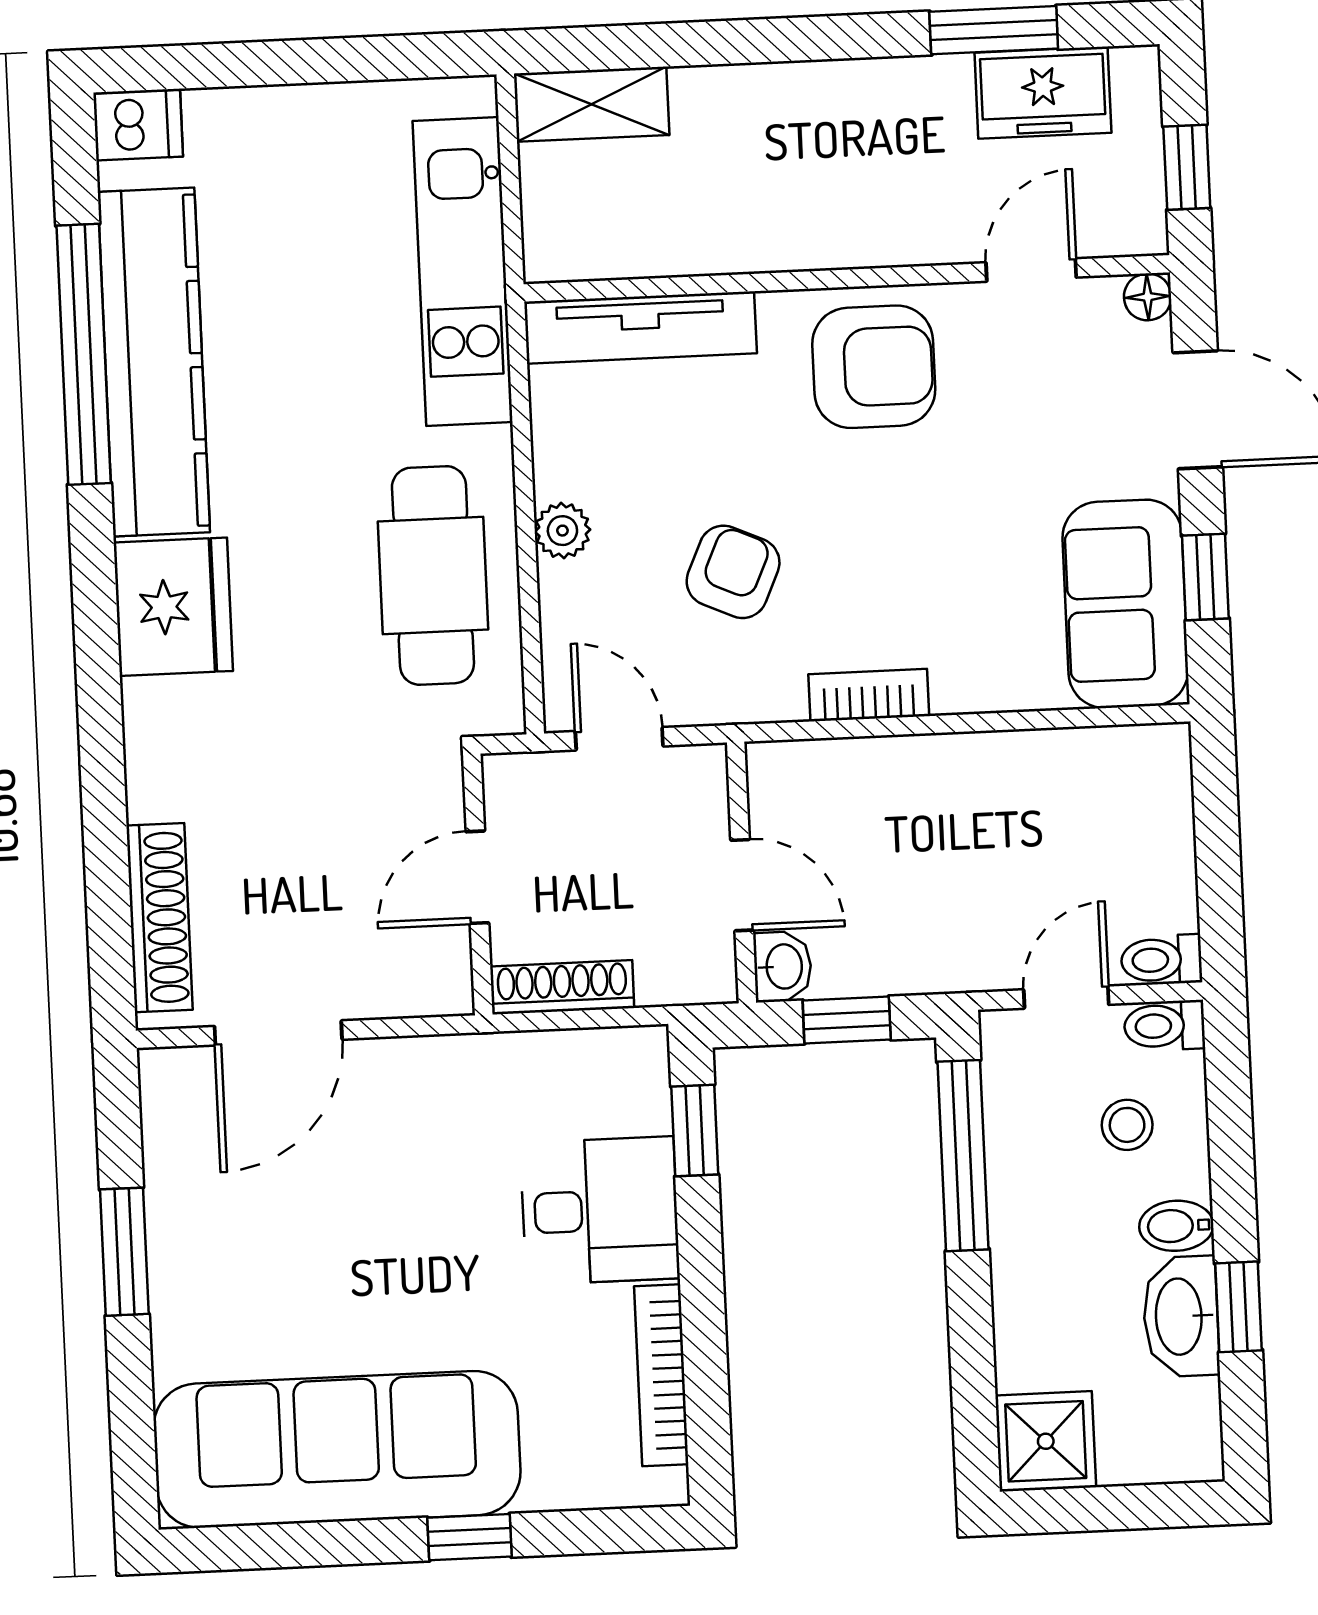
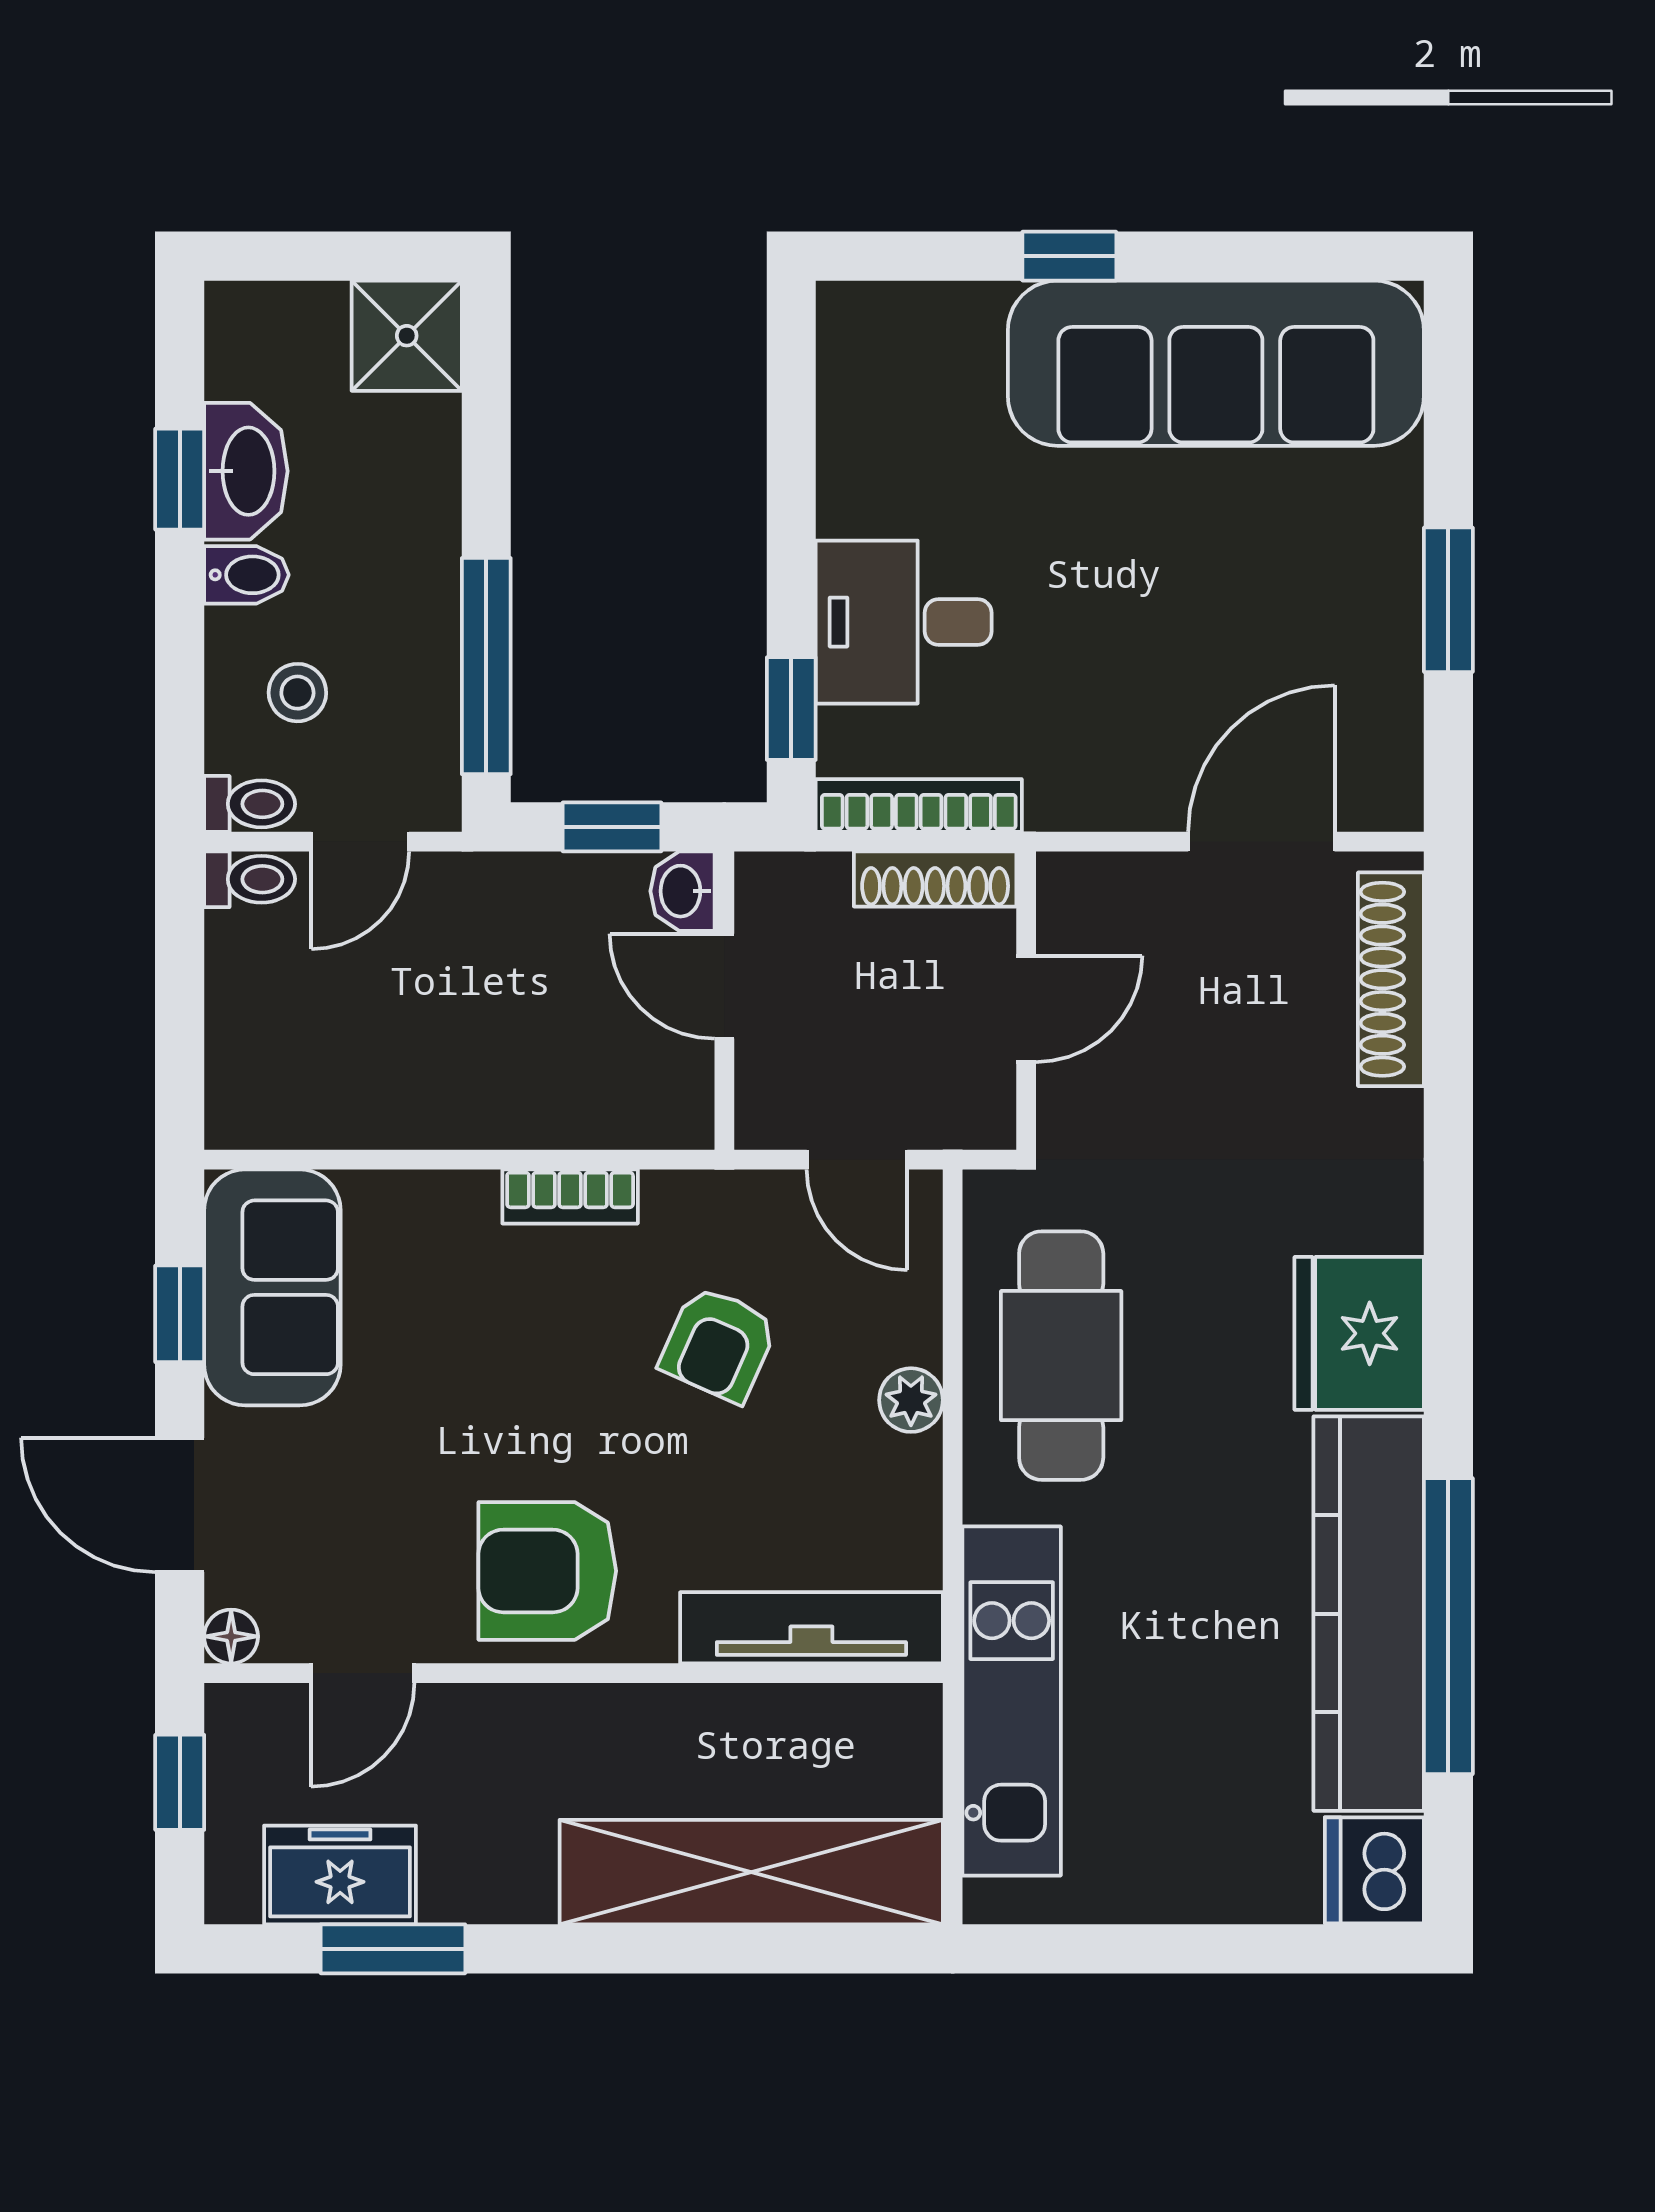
shelving: (592, 104) -> (751, 1872), width x2.20, depth x1.33
dishwasher: (138, 125) -> (1374, 1870), width x1.38
bookcase: (661, 1375) -> (919, 805), moved, turned -90

